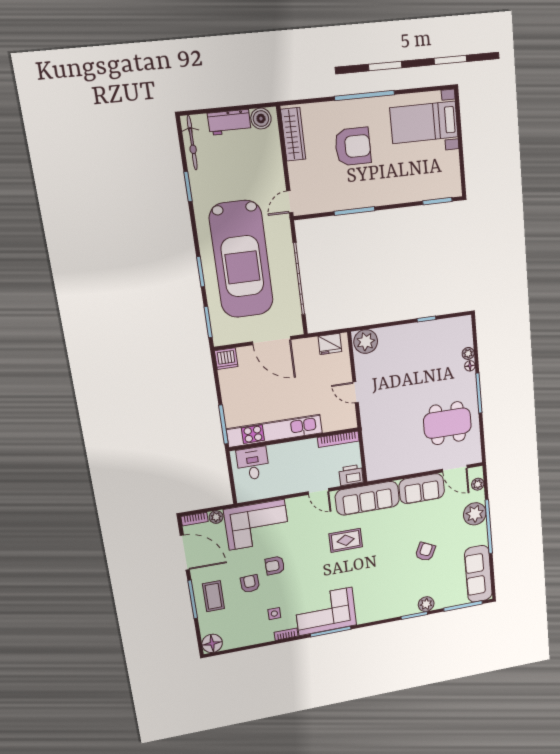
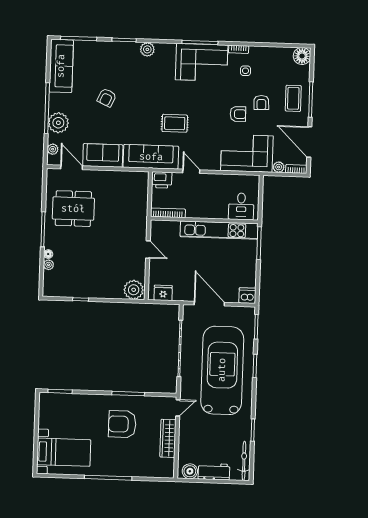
wardrobe: (293, 134) -> (168, 438), moved
armchair: (353, 146) -> (122, 424), moved
plant: (426, 604) -> (147, 49), moved

